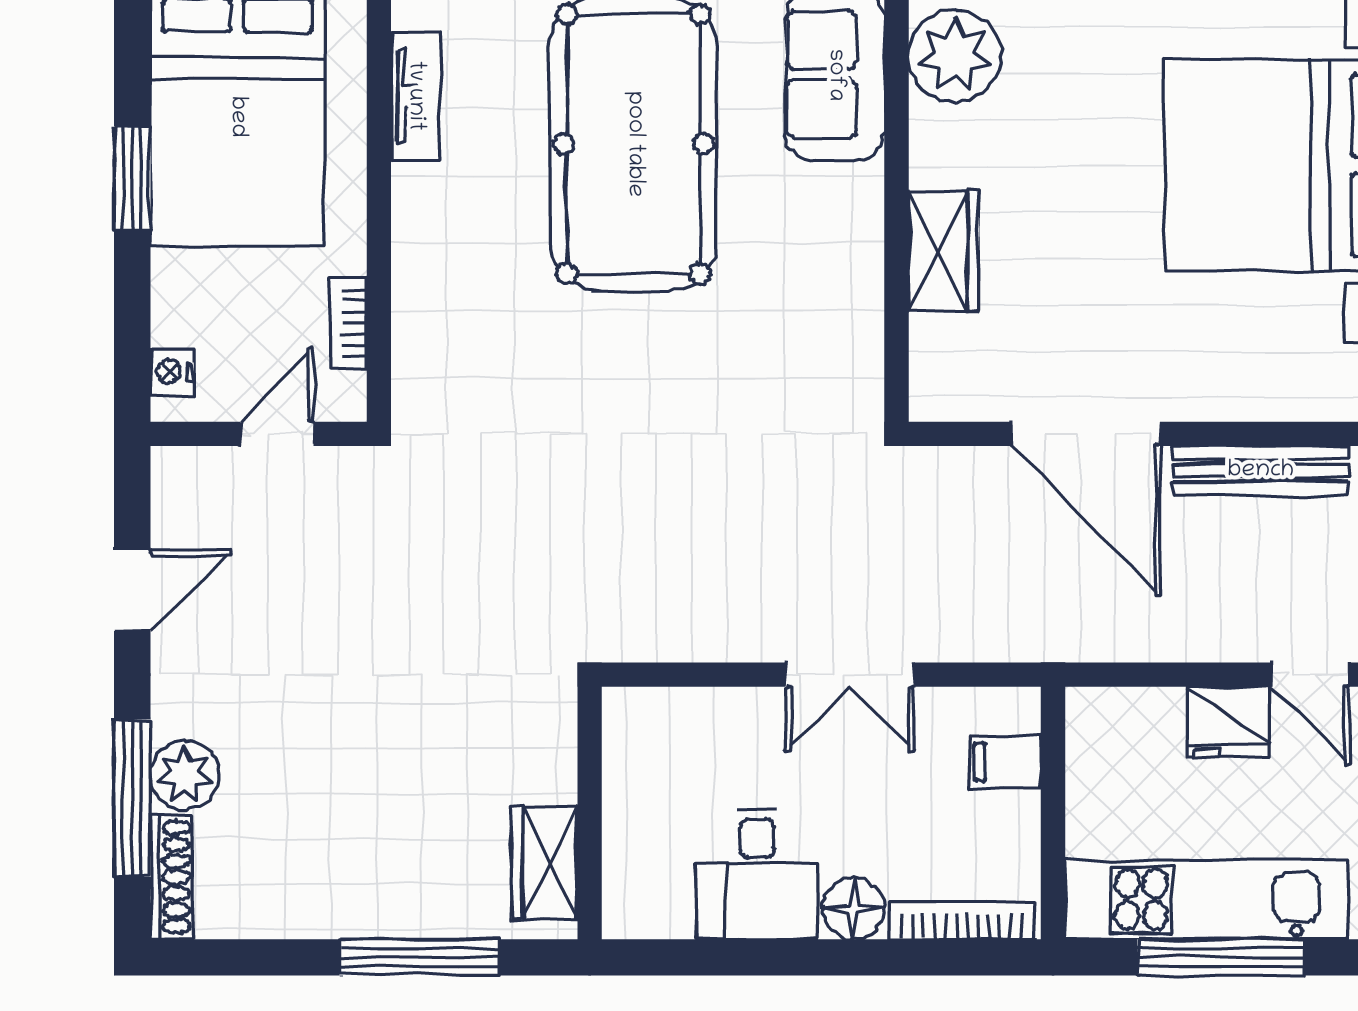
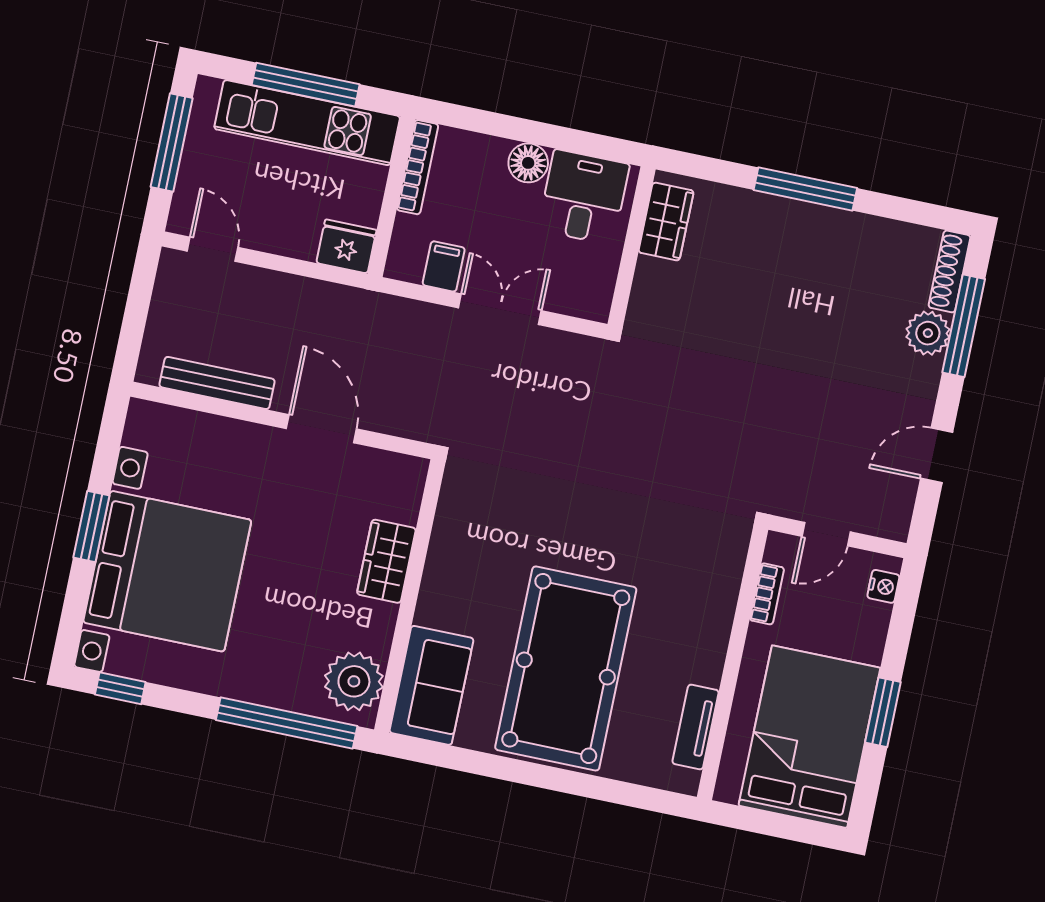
door: (1086, 434) -> (321, 429), width x0.73
fridge: (1228, 722) -> (346, 246), moved
filing cabinet: (1005, 762) -> (444, 266), moved, turned -90
wall: (590, 813) -> (632, 247), moved
wardrobe: (545, 863) -> (666, 222), moved
bookcase: (962, 921) -> (418, 167), moved, turned -90

